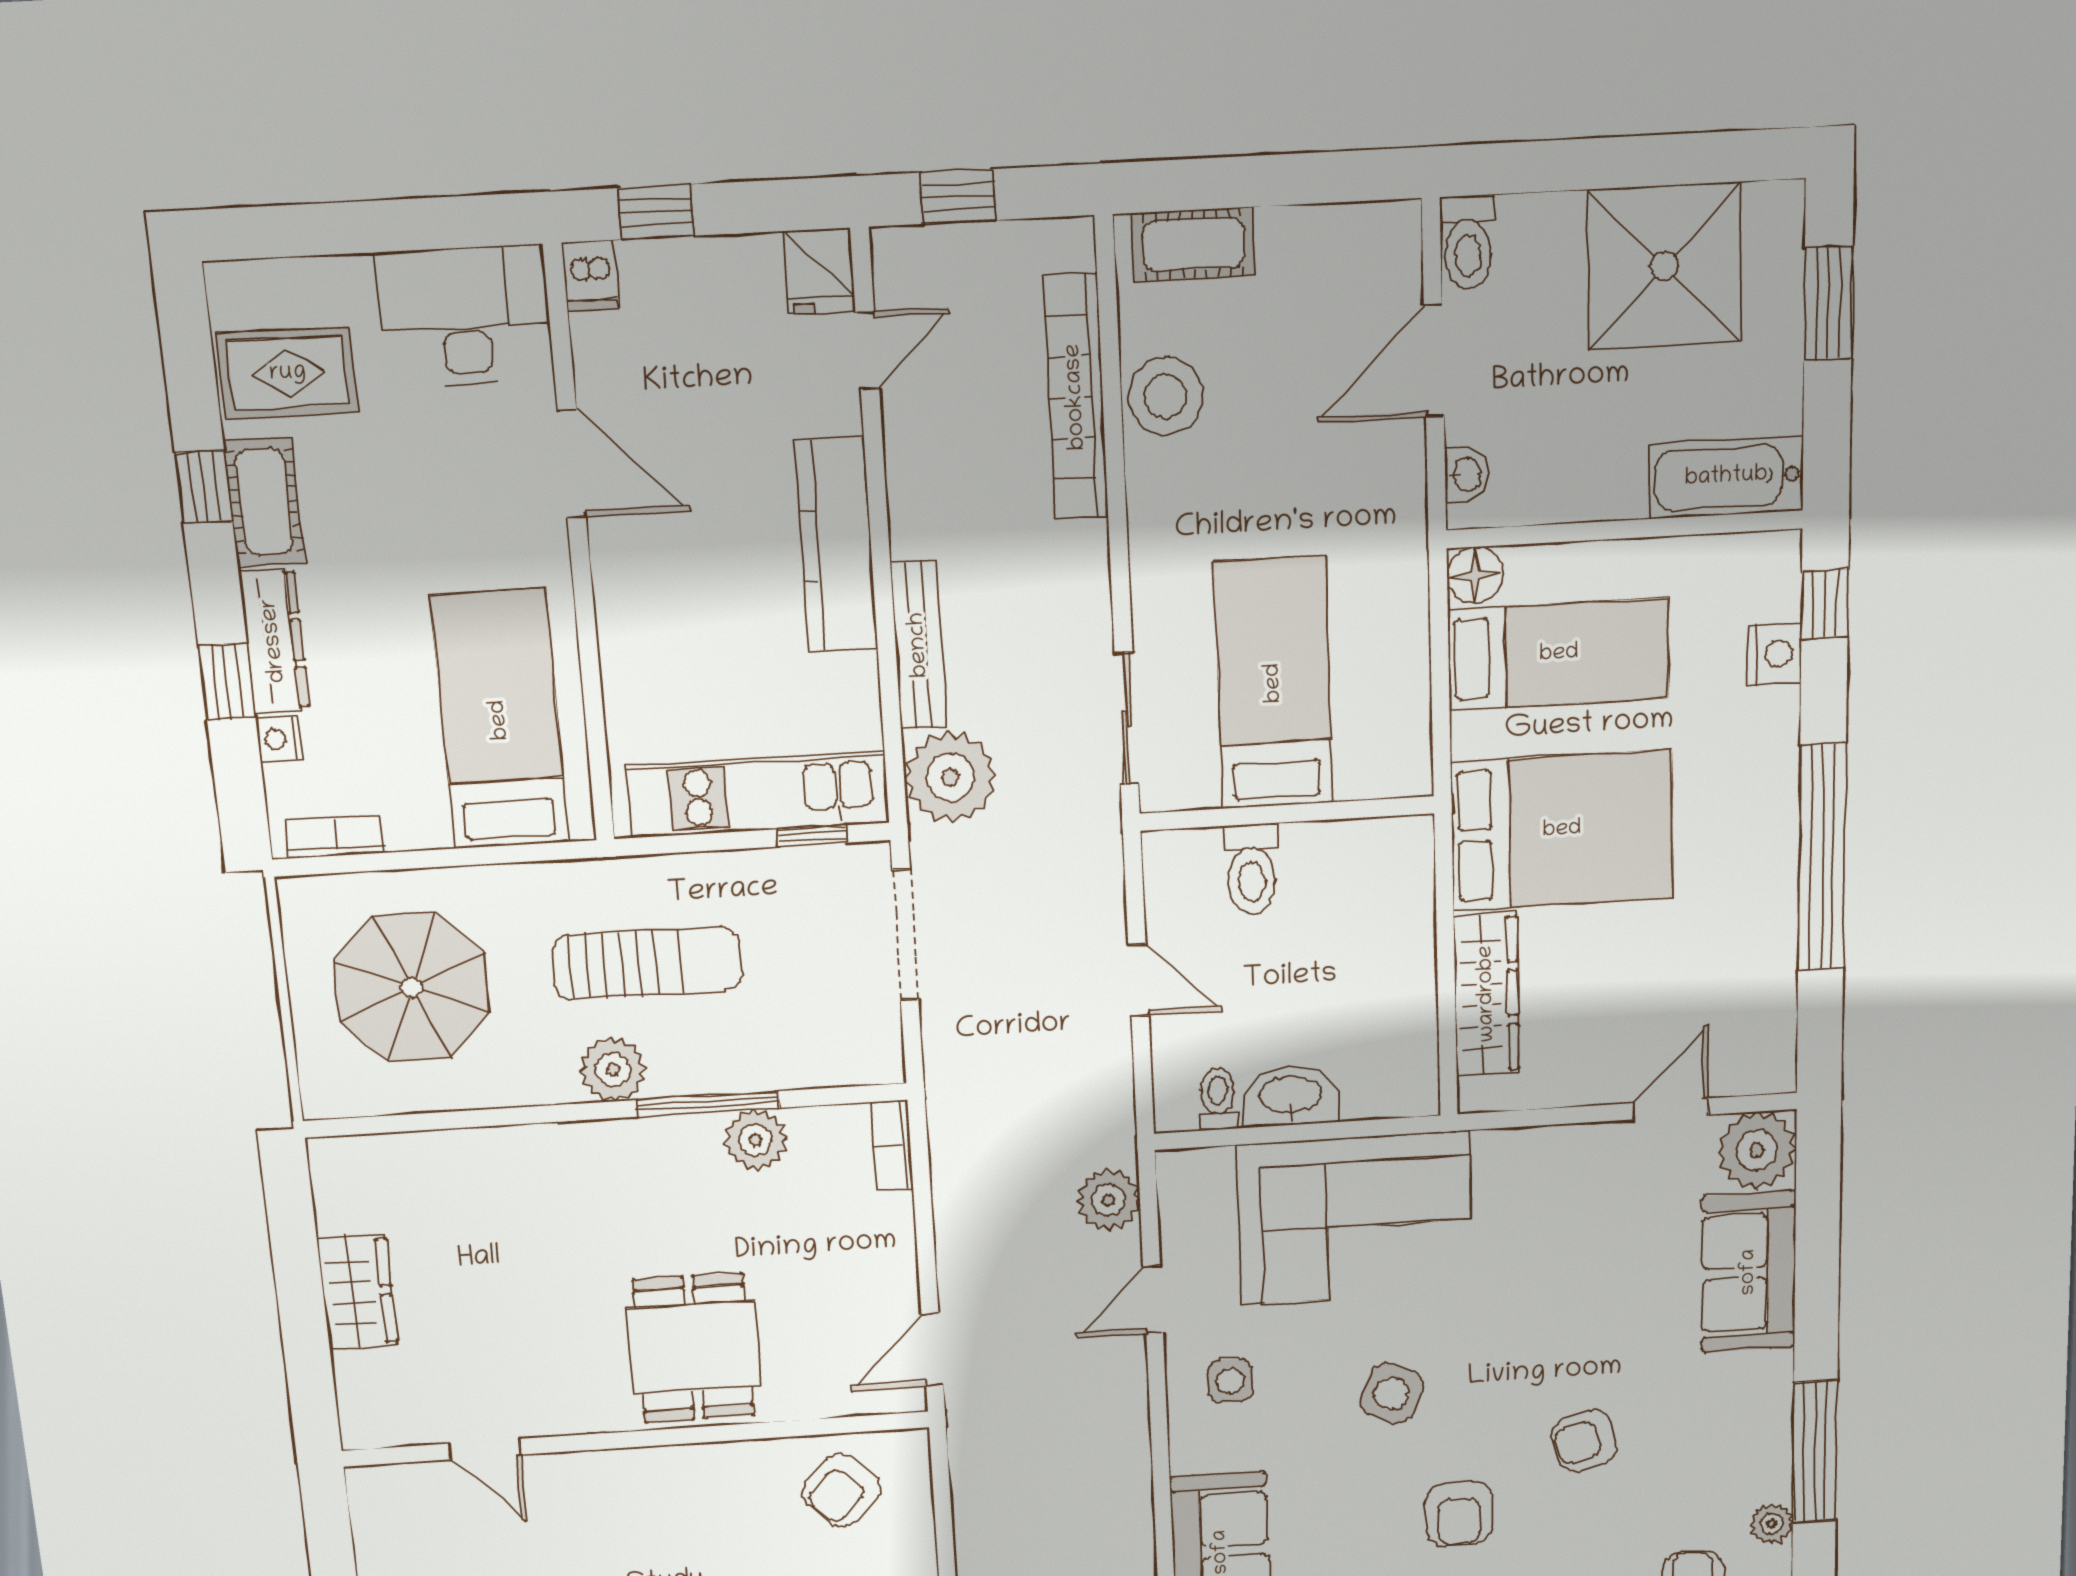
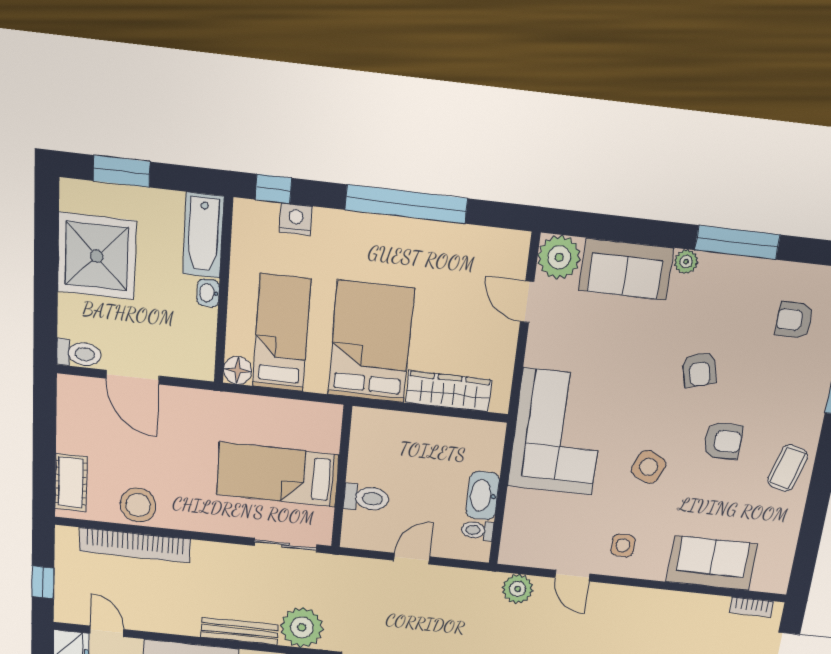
washbasin: (1466, 475) -> (208, 293), moved, turned -90
corner sofa: (1355, 1218) -> (557, 432), moved
plant: (1772, 1524) -> (686, 262), moved

